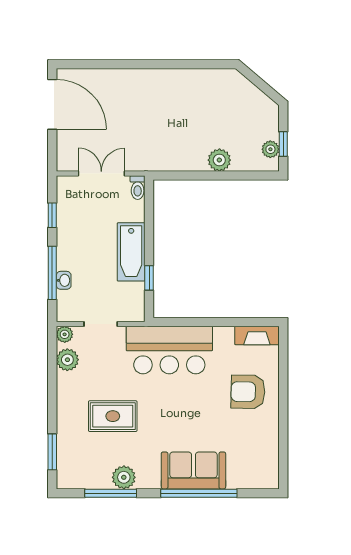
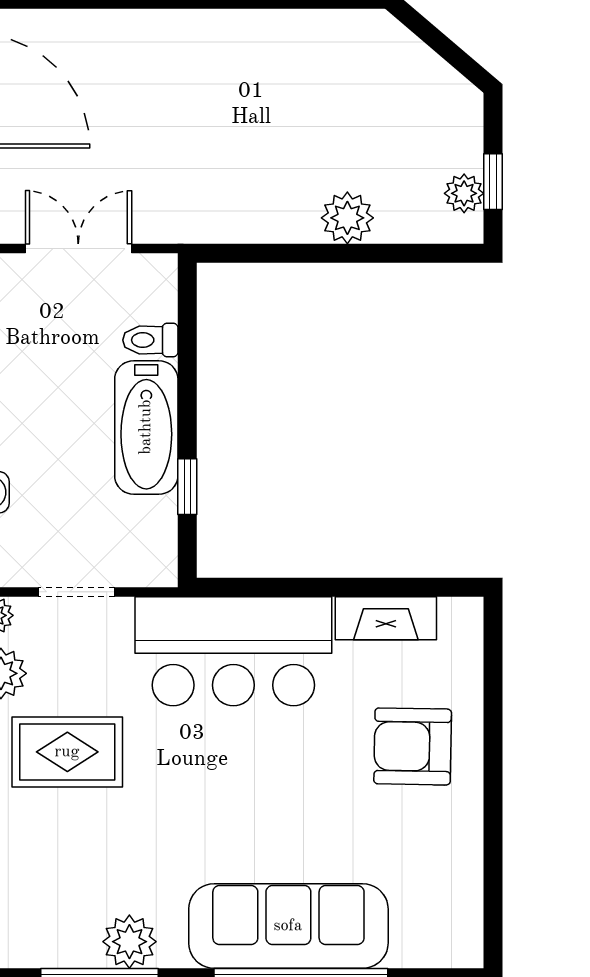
toilet: (138, 188) -> (150, 340), moved, turned 90
fireplace: (257, 336) -> (386, 618), moved
rug: (113, 416) -> (67, 752), moved
sofa: (193, 470) -> (288, 926), width x1.36

